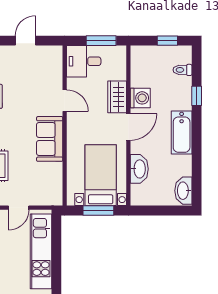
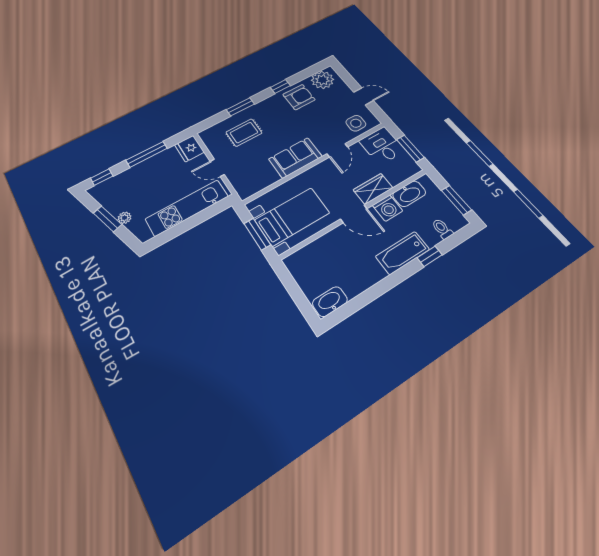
window: (167, 41) -> (456, 200), width x1.50
side table: (48, 67) -> (356, 123), added
bathtub: (182, 132) -> (402, 253), moved
washbasin: (139, 169) -> (409, 194), moved

